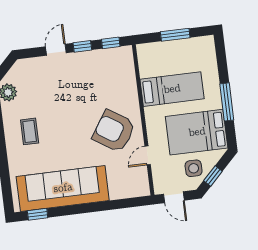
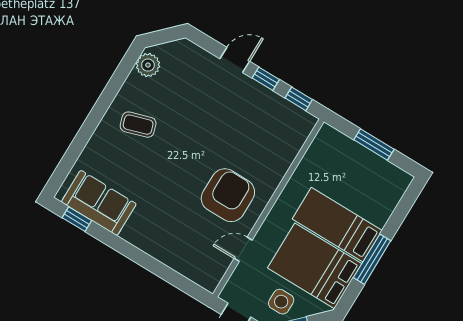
bed: (172, 89) -> (337, 225), moved, turned 180
coffee table: (30, 131) -> (138, 125), turned 73
armchair: (114, 131) -> (228, 195), turned 57
sofa: (63, 188) -> (99, 203), width x0.54, depth x0.79

